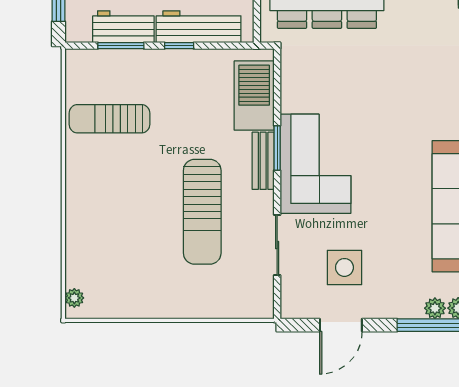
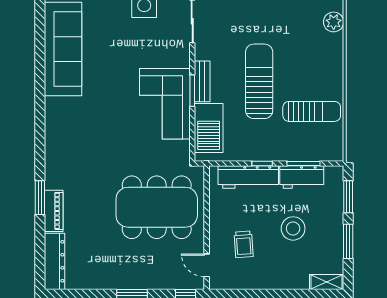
corner sofa: (316, 164) -> (165, 104), moved
sun lounger: (202, 212) -> (259, 81), moved
plant: (79, 244) -> (334, 22), added

